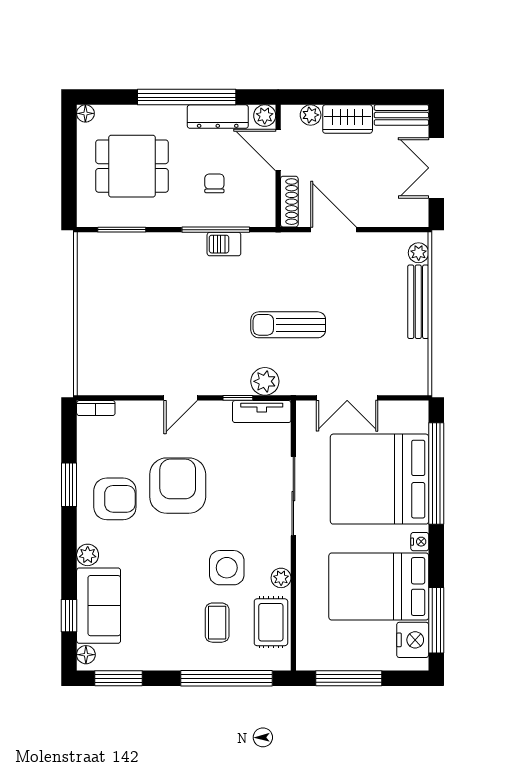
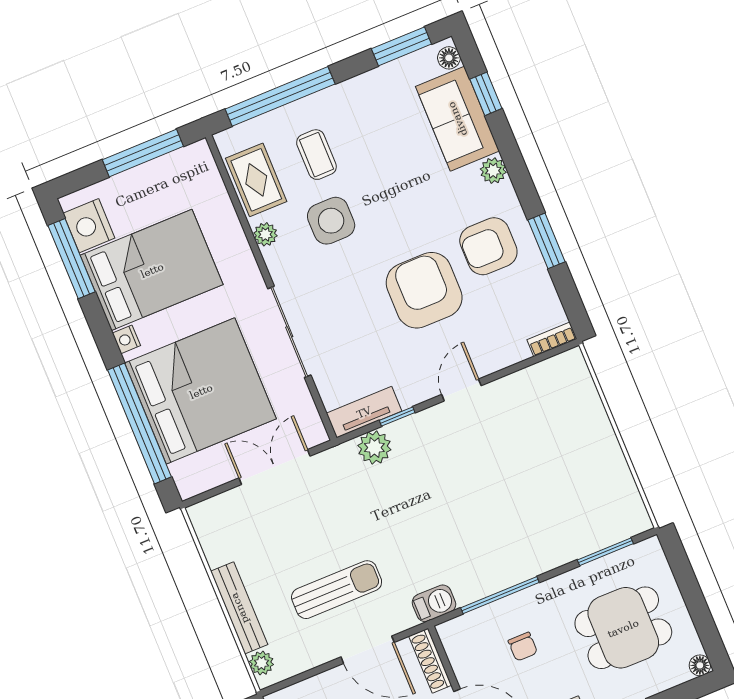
barbecue: (224, 244) -> (434, 603), moved
sun lounger: (288, 325) -> (337, 590), moved
armchair: (178, 486) -> (424, 290), turned 180

